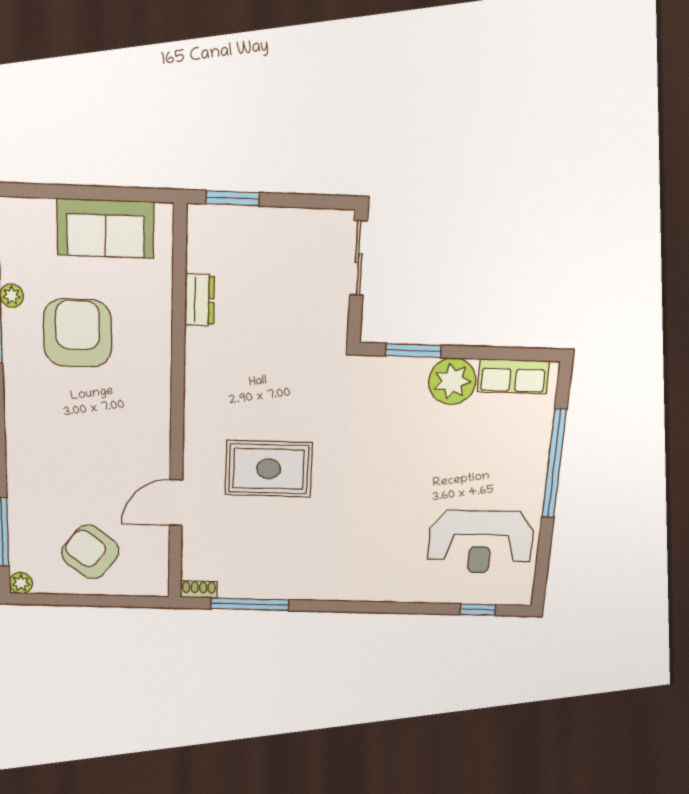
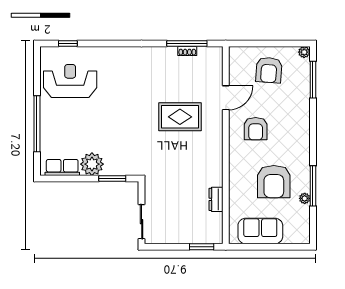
armchair: (116, 441) -> (256, 129), added
armchair: (90, 552) -> (269, 70), turned 56
shoe rack: (199, 590) -> (187, 51), moved

